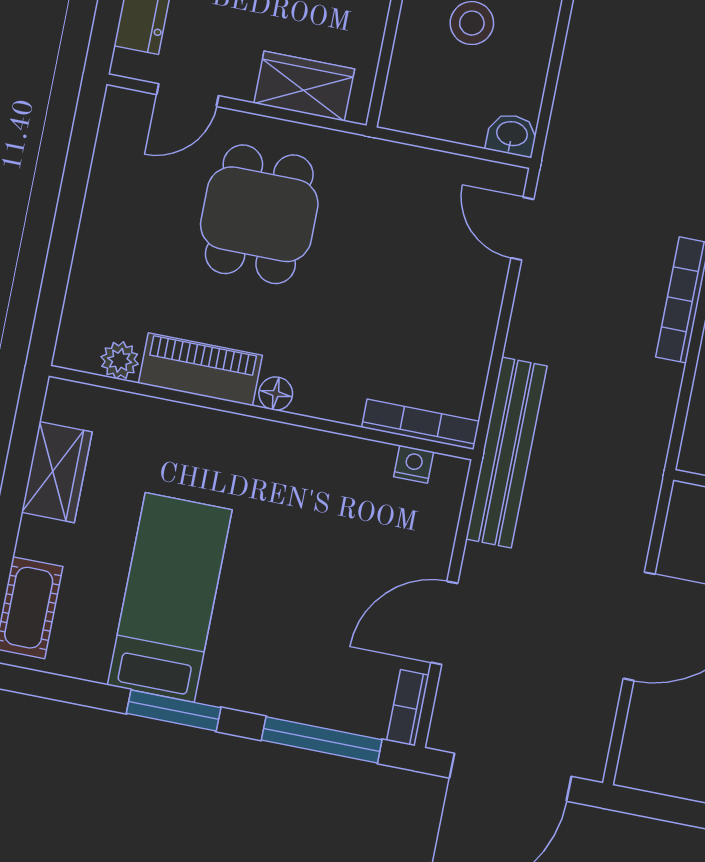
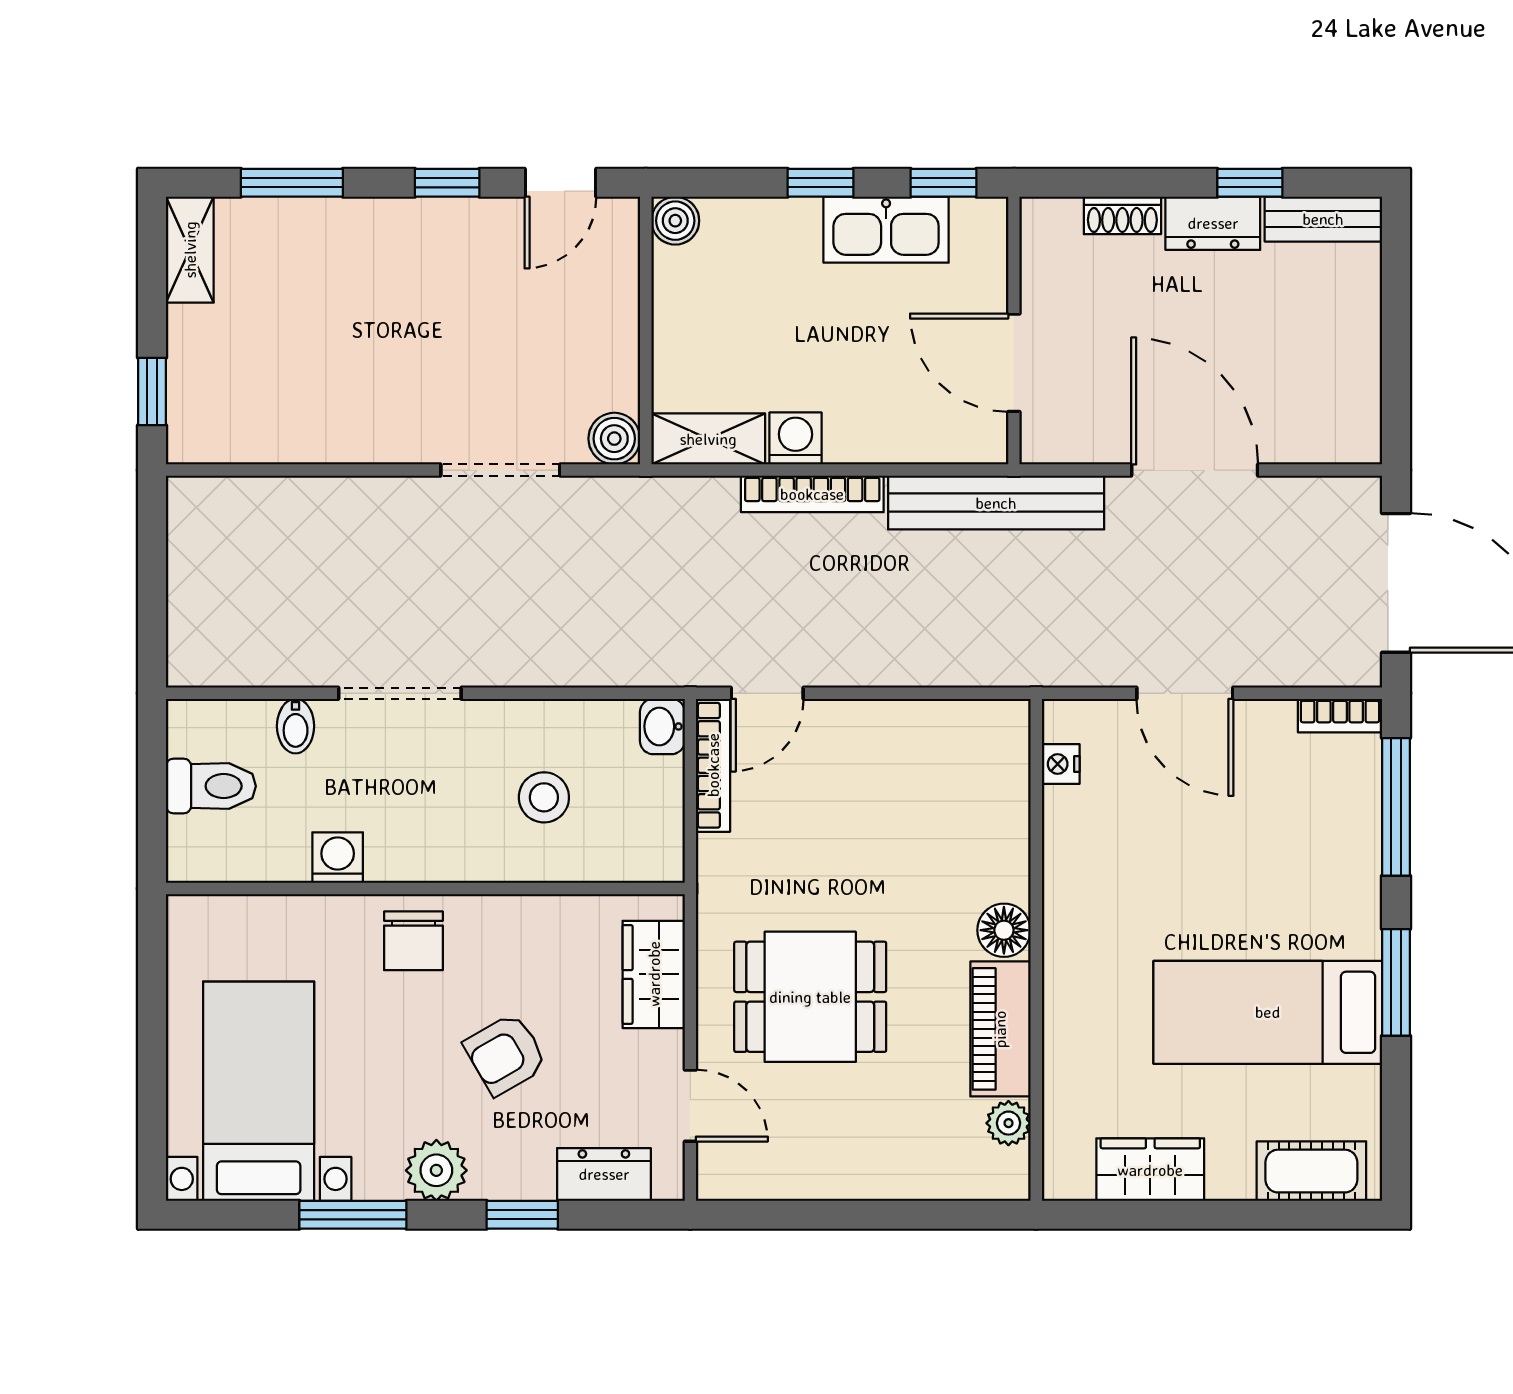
floor lamp: (276, 394) -> (1004, 930), width x1.37, depth x1.37
bookcase: (420, 424) -> (713, 765), moved, turned 180
bench: (506, 453) -> (996, 503), moved
door: (444, 623) -> (1185, 693), moved

